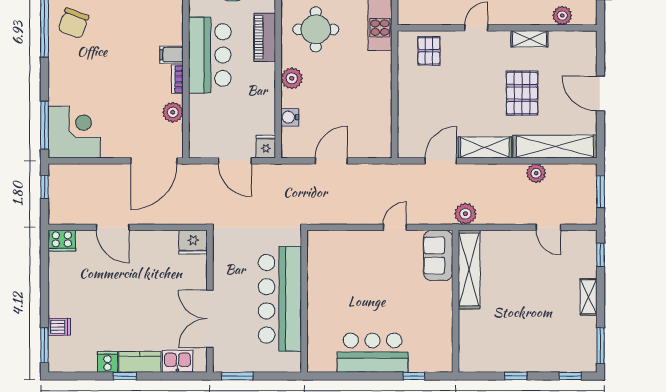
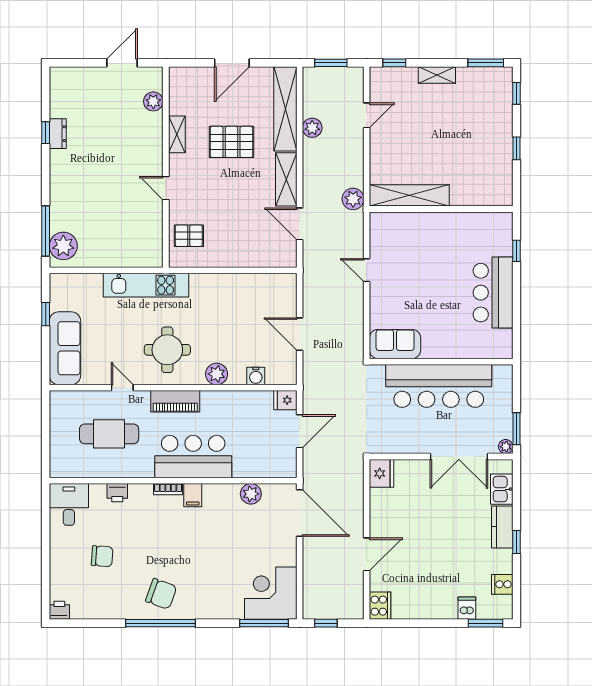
bookcase: (177, 79) -> (168, 489), moved
sofa: (438, 255) -> (395, 344), moved, turned 180
cooker: (107, 362) -> (502, 584), moved
plant: (220, 365) -> (506, 447), added

